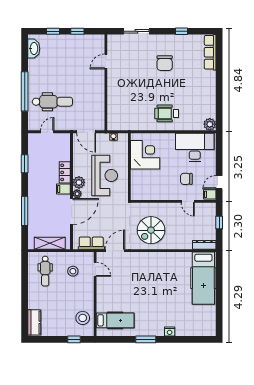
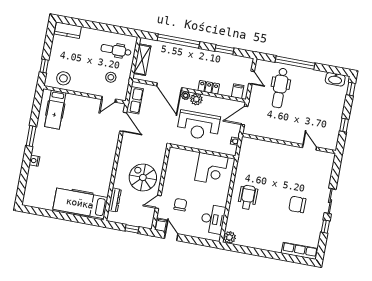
window: (53, 31) -> (351, 89), moved
sliding door: (136, 31) -> (330, 201), moved
desk: (195, 147) -> (213, 219), width x0.73, depth x0.77
filing cabinet: (63, 189) -> (238, 91), moved
window: (25, 211) -> (178, 41), width x1.46
spiral stairs: (151, 230) -> (143, 177), moved
dresser: (204, 245) -> (115, 200), moved

